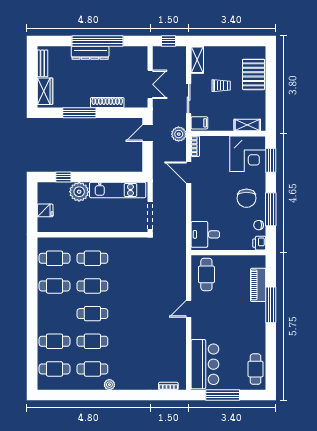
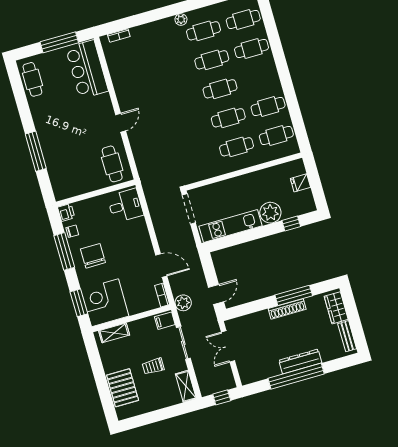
shoe rack: (107, 103) -> (287, 309), moved
piano: (258, 285) -> (55, 168), removed

